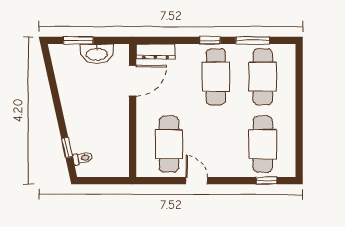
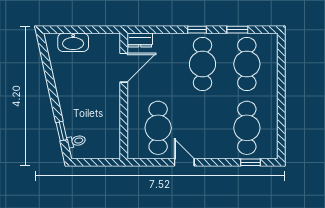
window: (78, 40) -> (72, 30), removed
window: (253, 40) -> (237, 30), width x0.67
dresser: (155, 51) -> (140, 40), width x0.70
washbasin: (97, 54) -> (73, 42), moved

